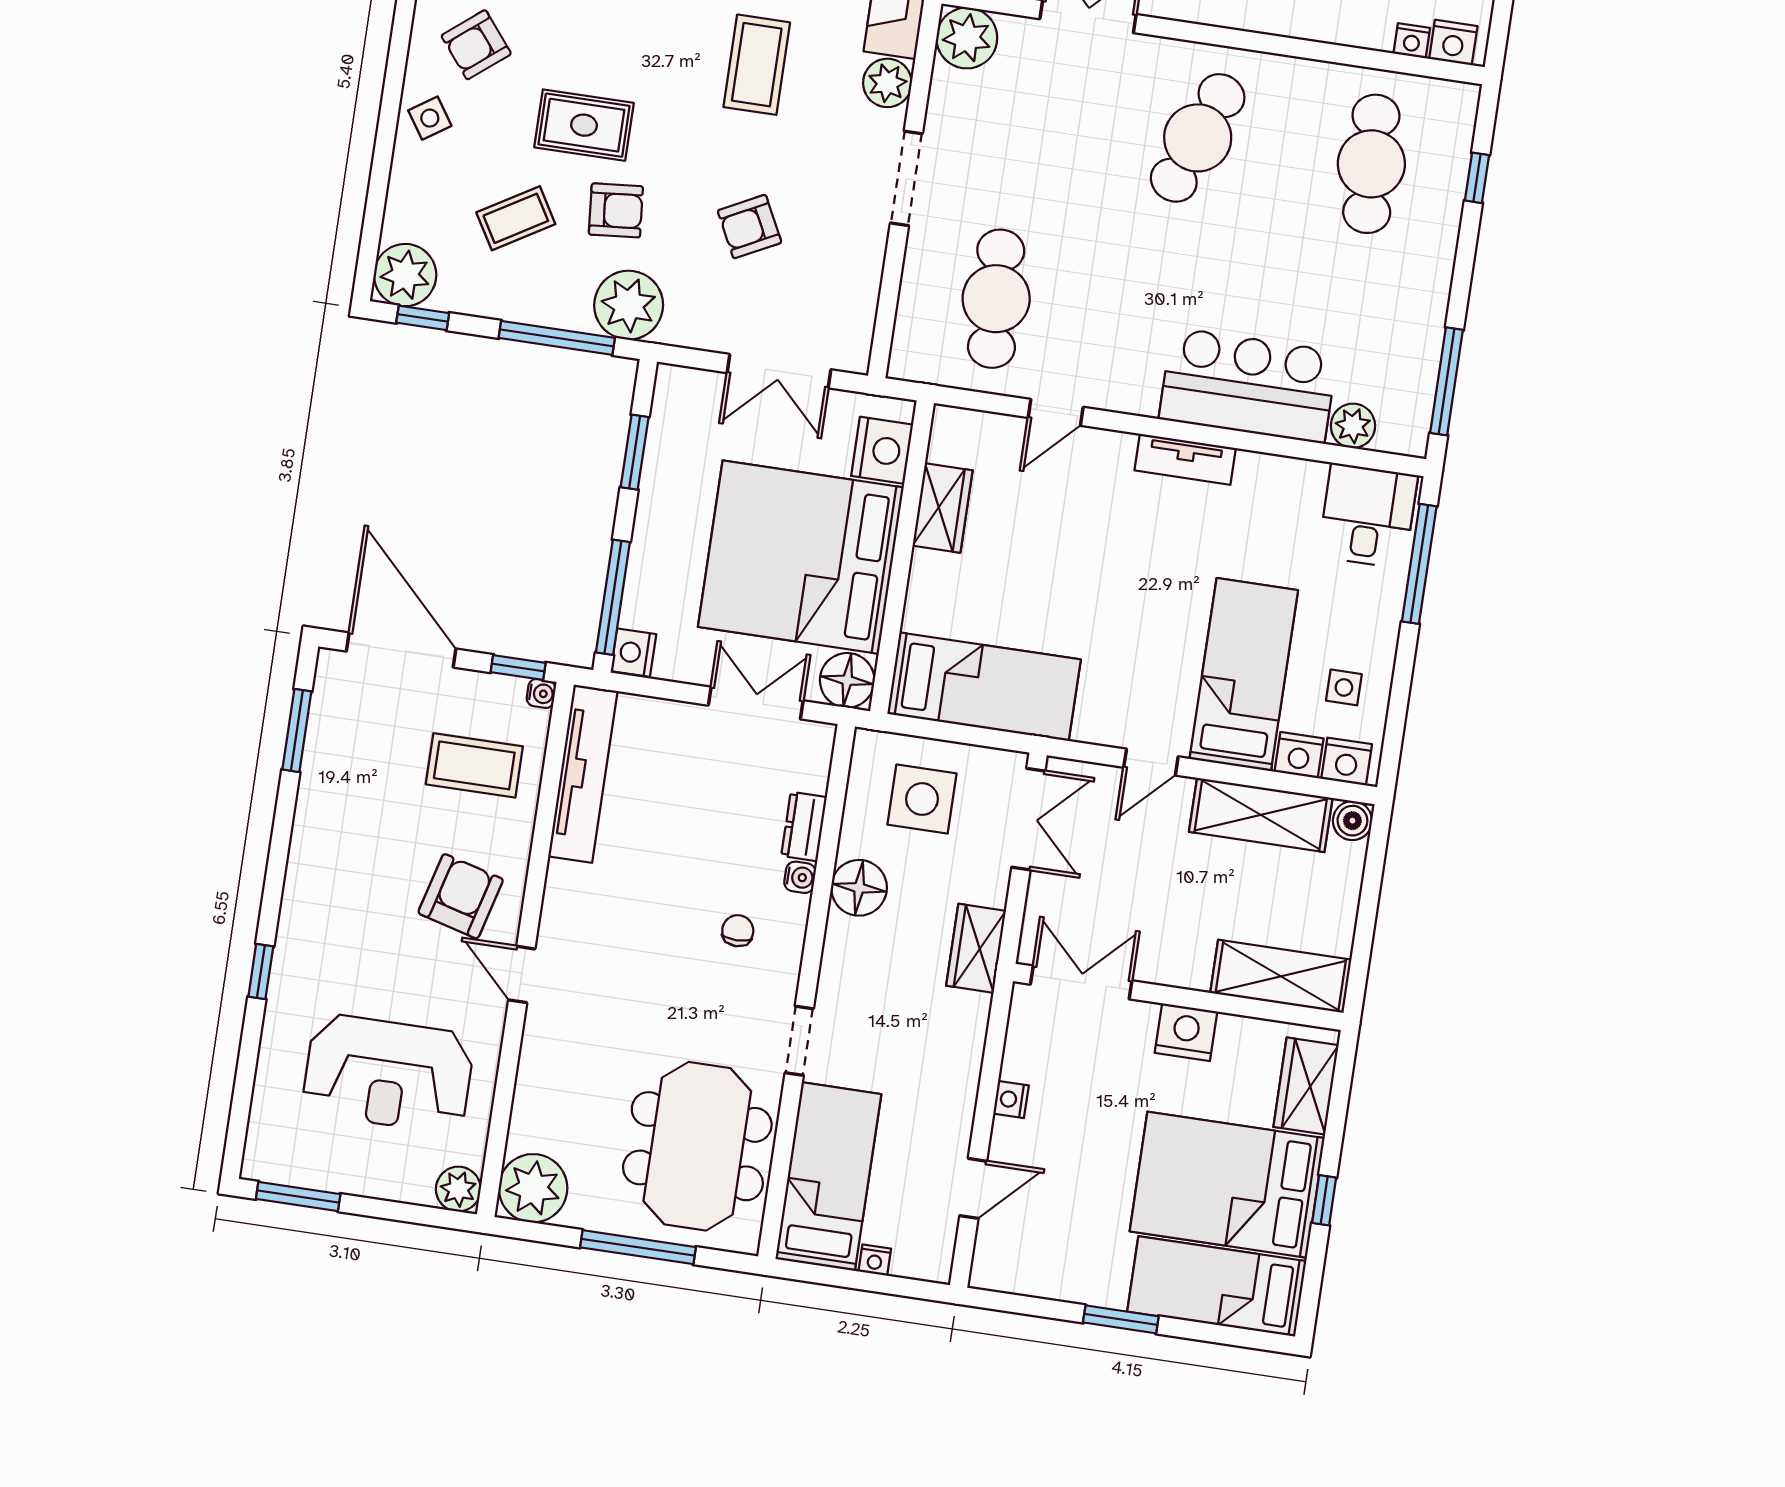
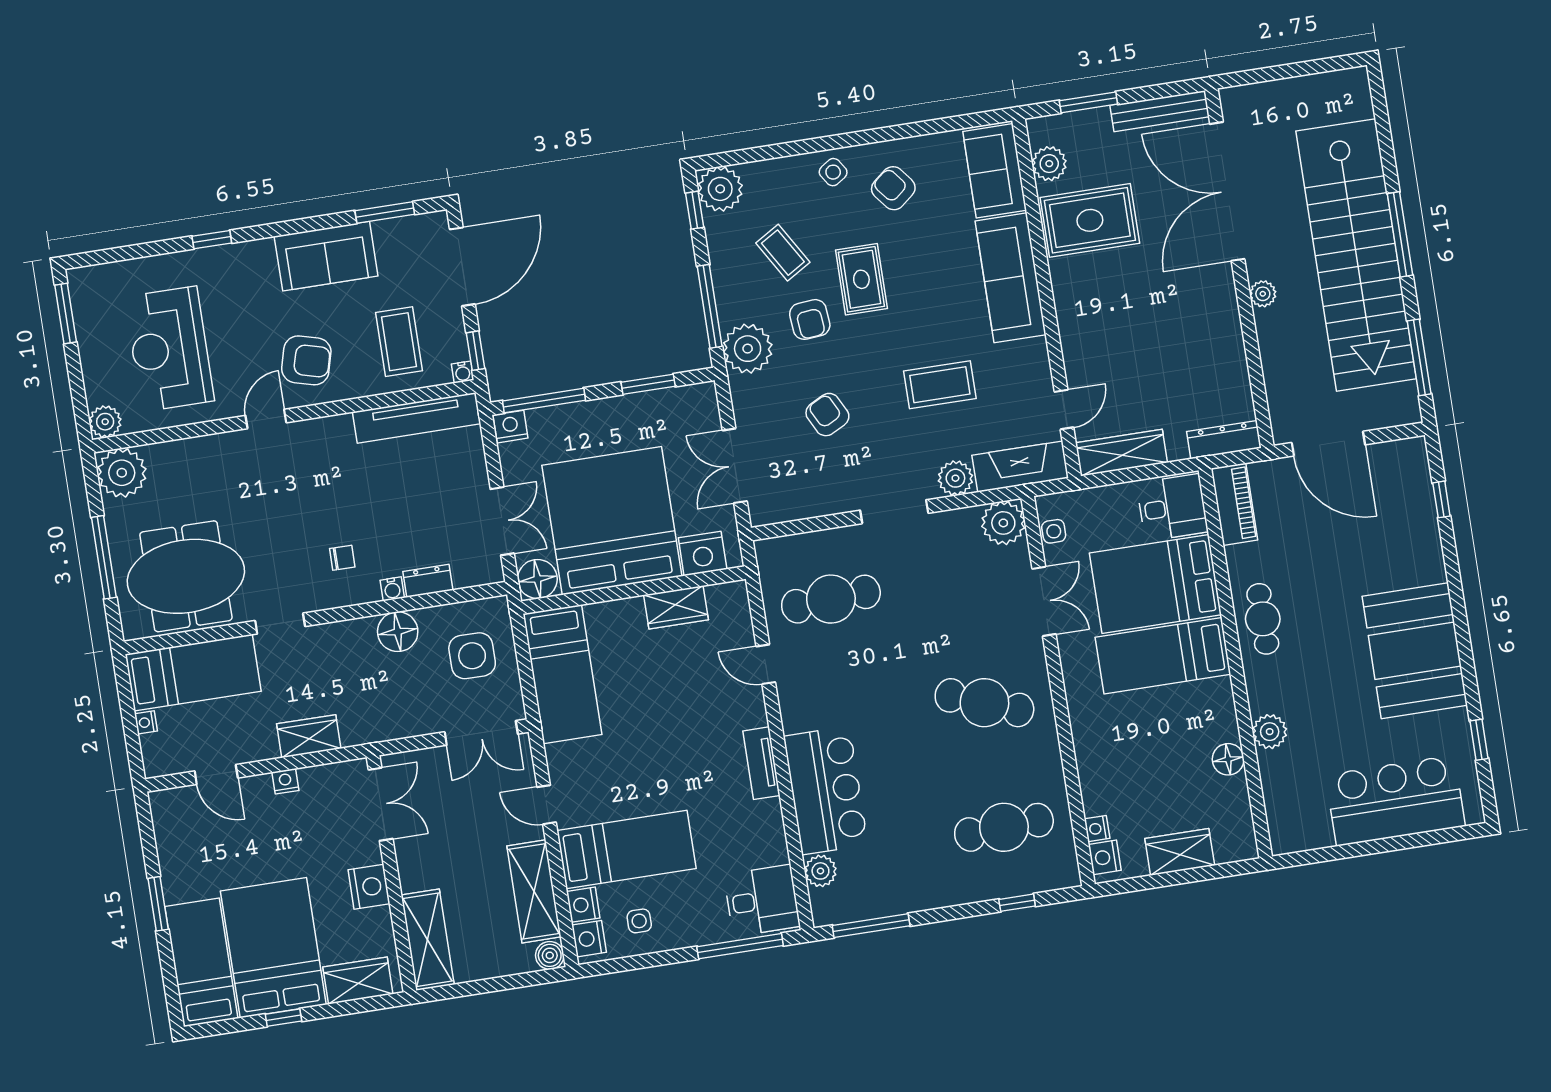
sofa: (330, 827) -> (326, 256), added
wardrobe: (976, 948) -> (309, 736), moved

